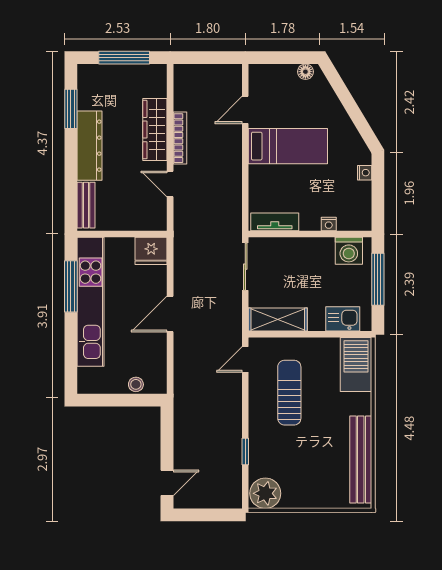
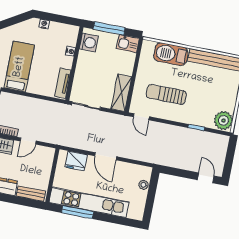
fridge: (151, 251) -> (76, 161), moved, turned 90
kitchen sink: (343, 319) -> (128, 44), moved, turned -90
barbecue: (356, 365) -> (171, 54), moved

